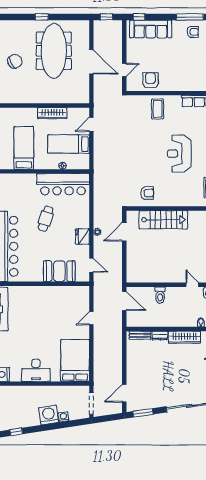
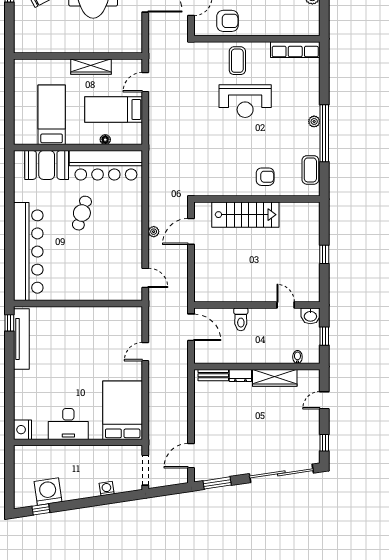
armchair: (150, 80) -> (228, 21), turned 90
reception desk: (179, 154) -> (245, 101), moved, turned -90
armchair: (147, 193) -> (265, 177), moved
fridge: (83, 237) -> (133, 238), removed
booth: (59, 271) -> (47, 165), moved
washing machine: (49, 415) -> (48, 492), moved

